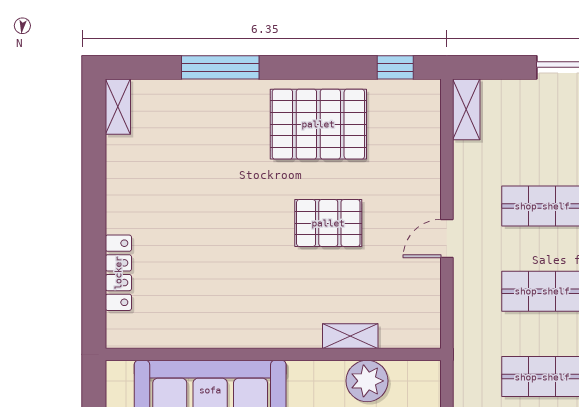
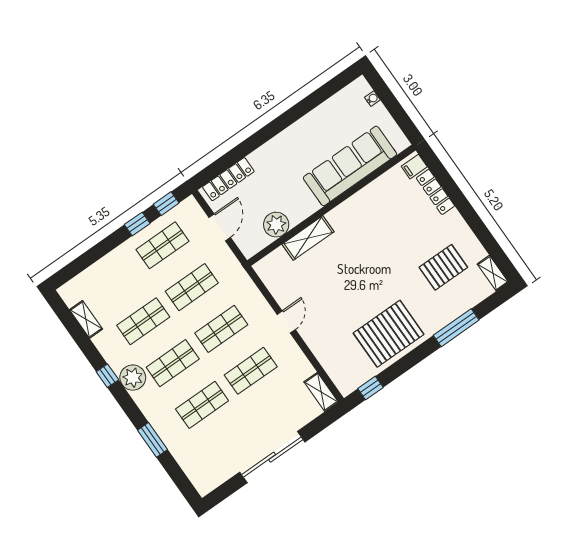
pallet: (328, 223) -> (443, 267), moved
filing cabinet: (123, 328) -> (414, 167), added
shelving: (350, 336) -> (308, 238), width x1.50, depth x1.33

